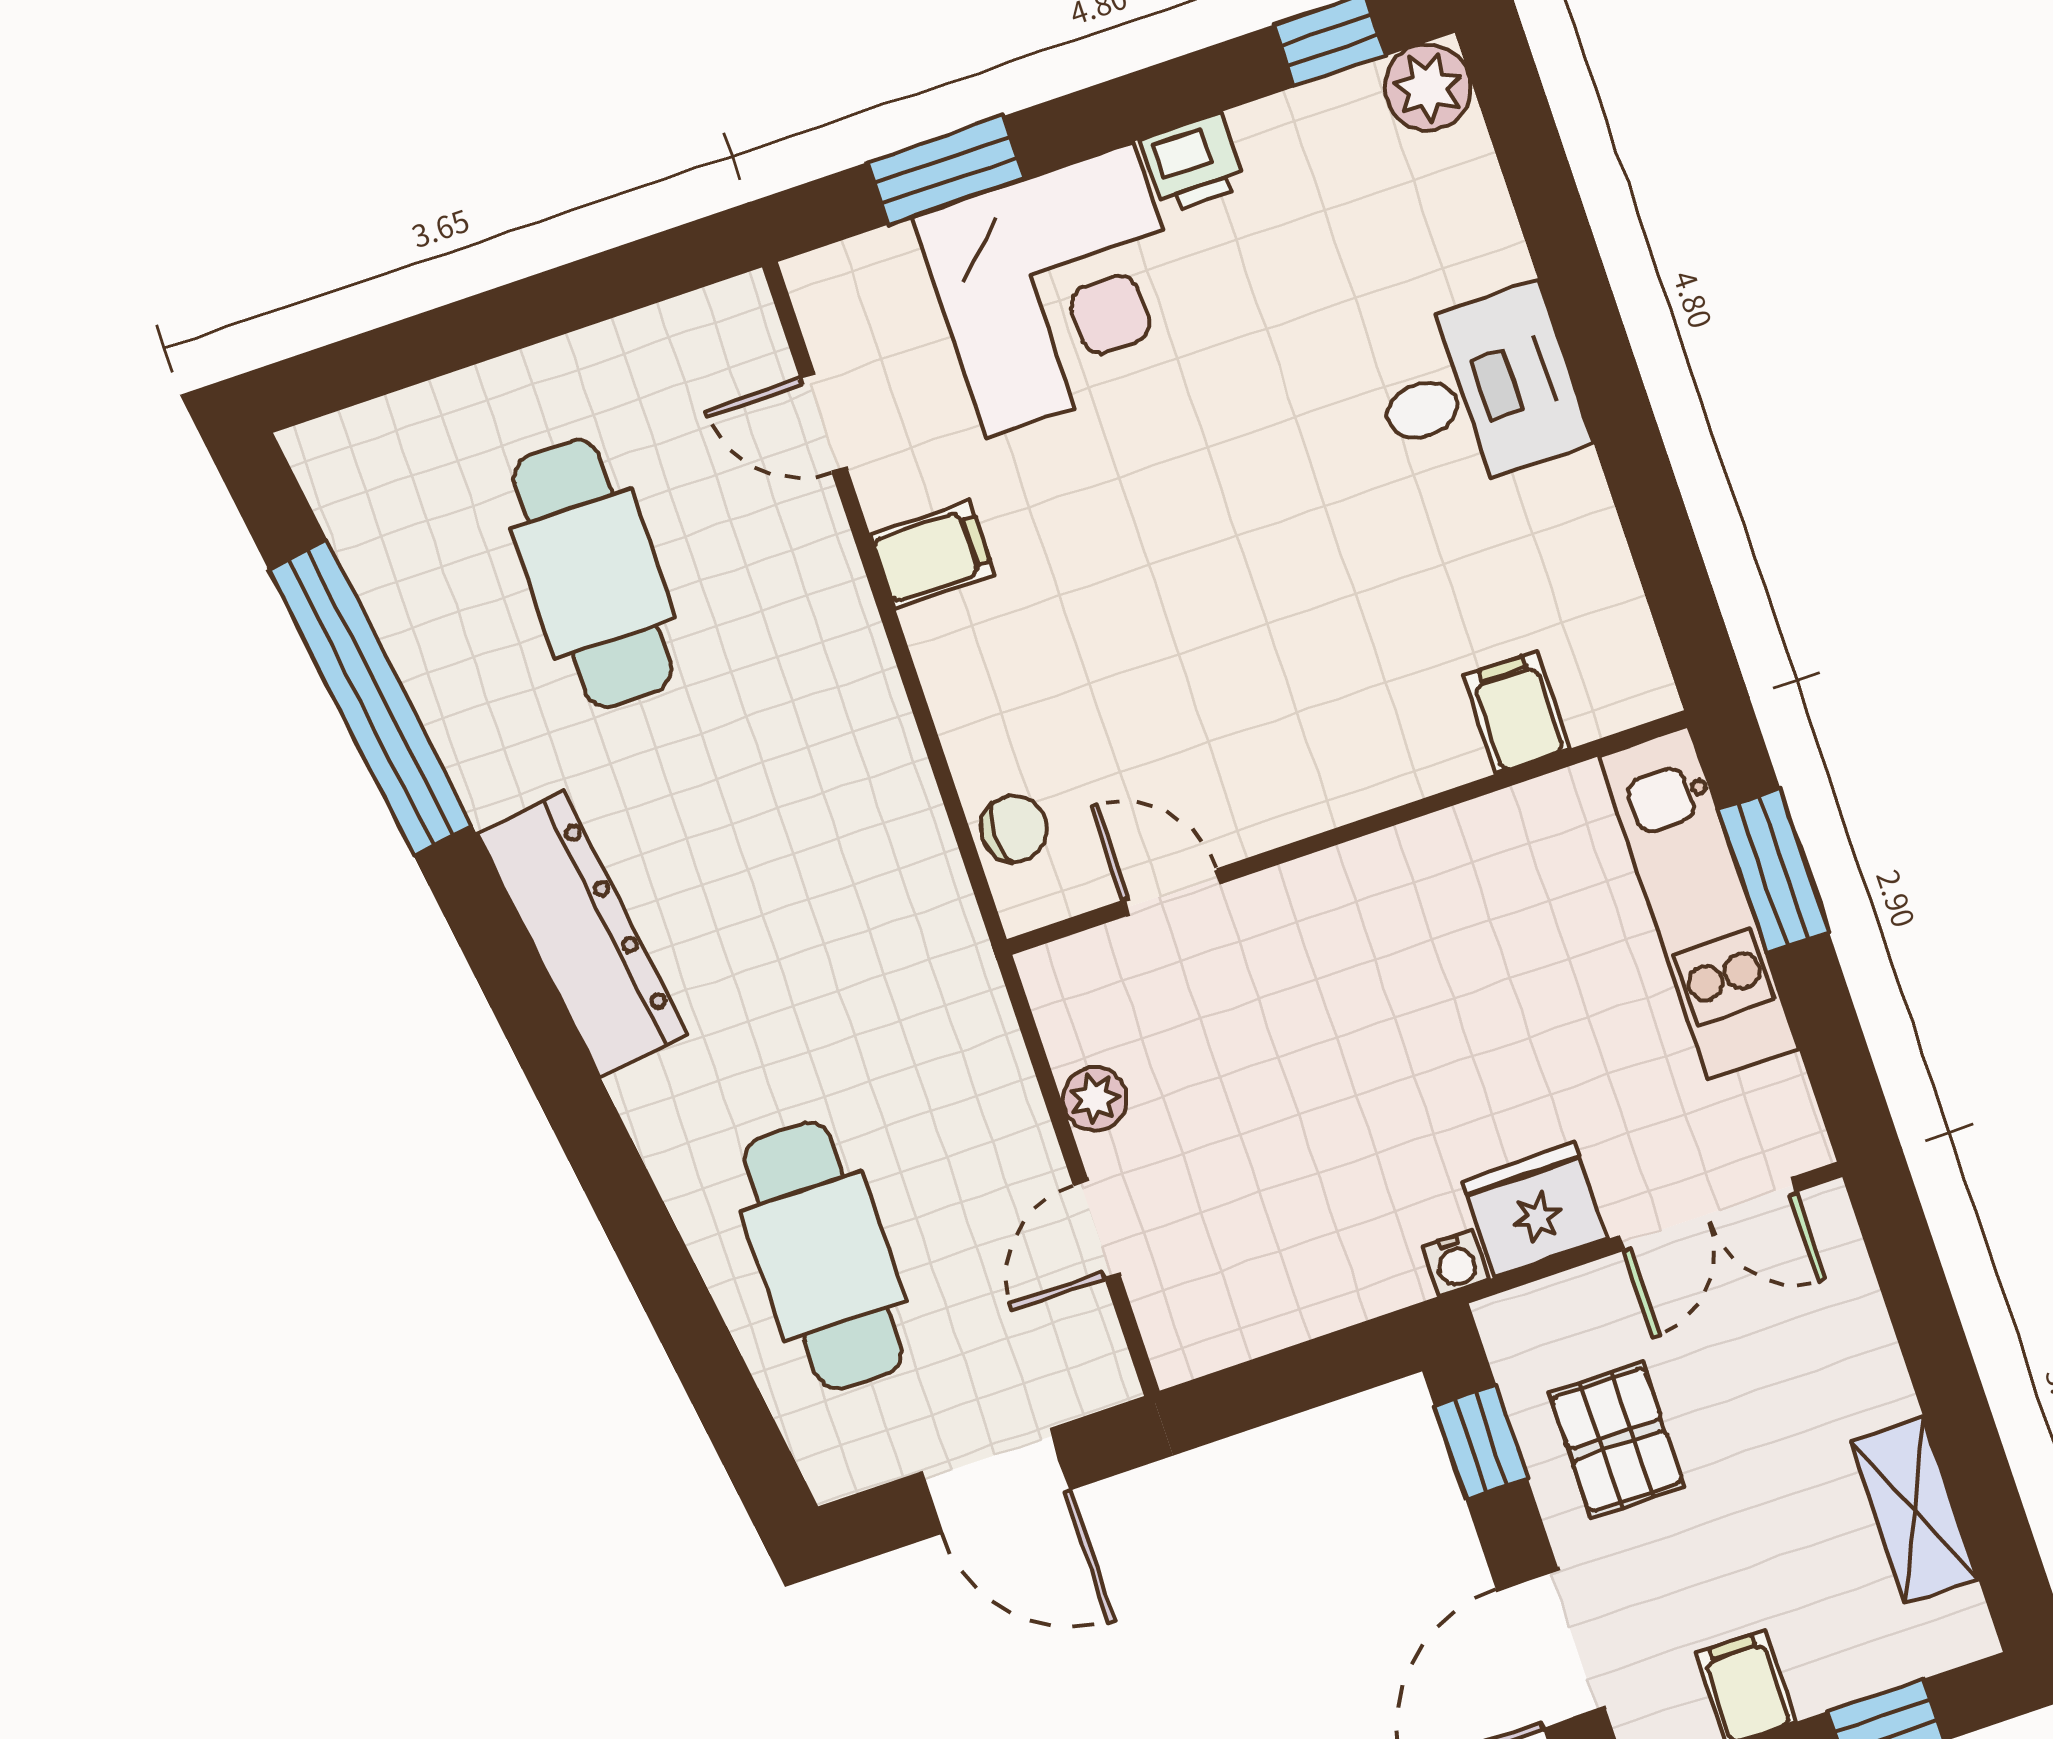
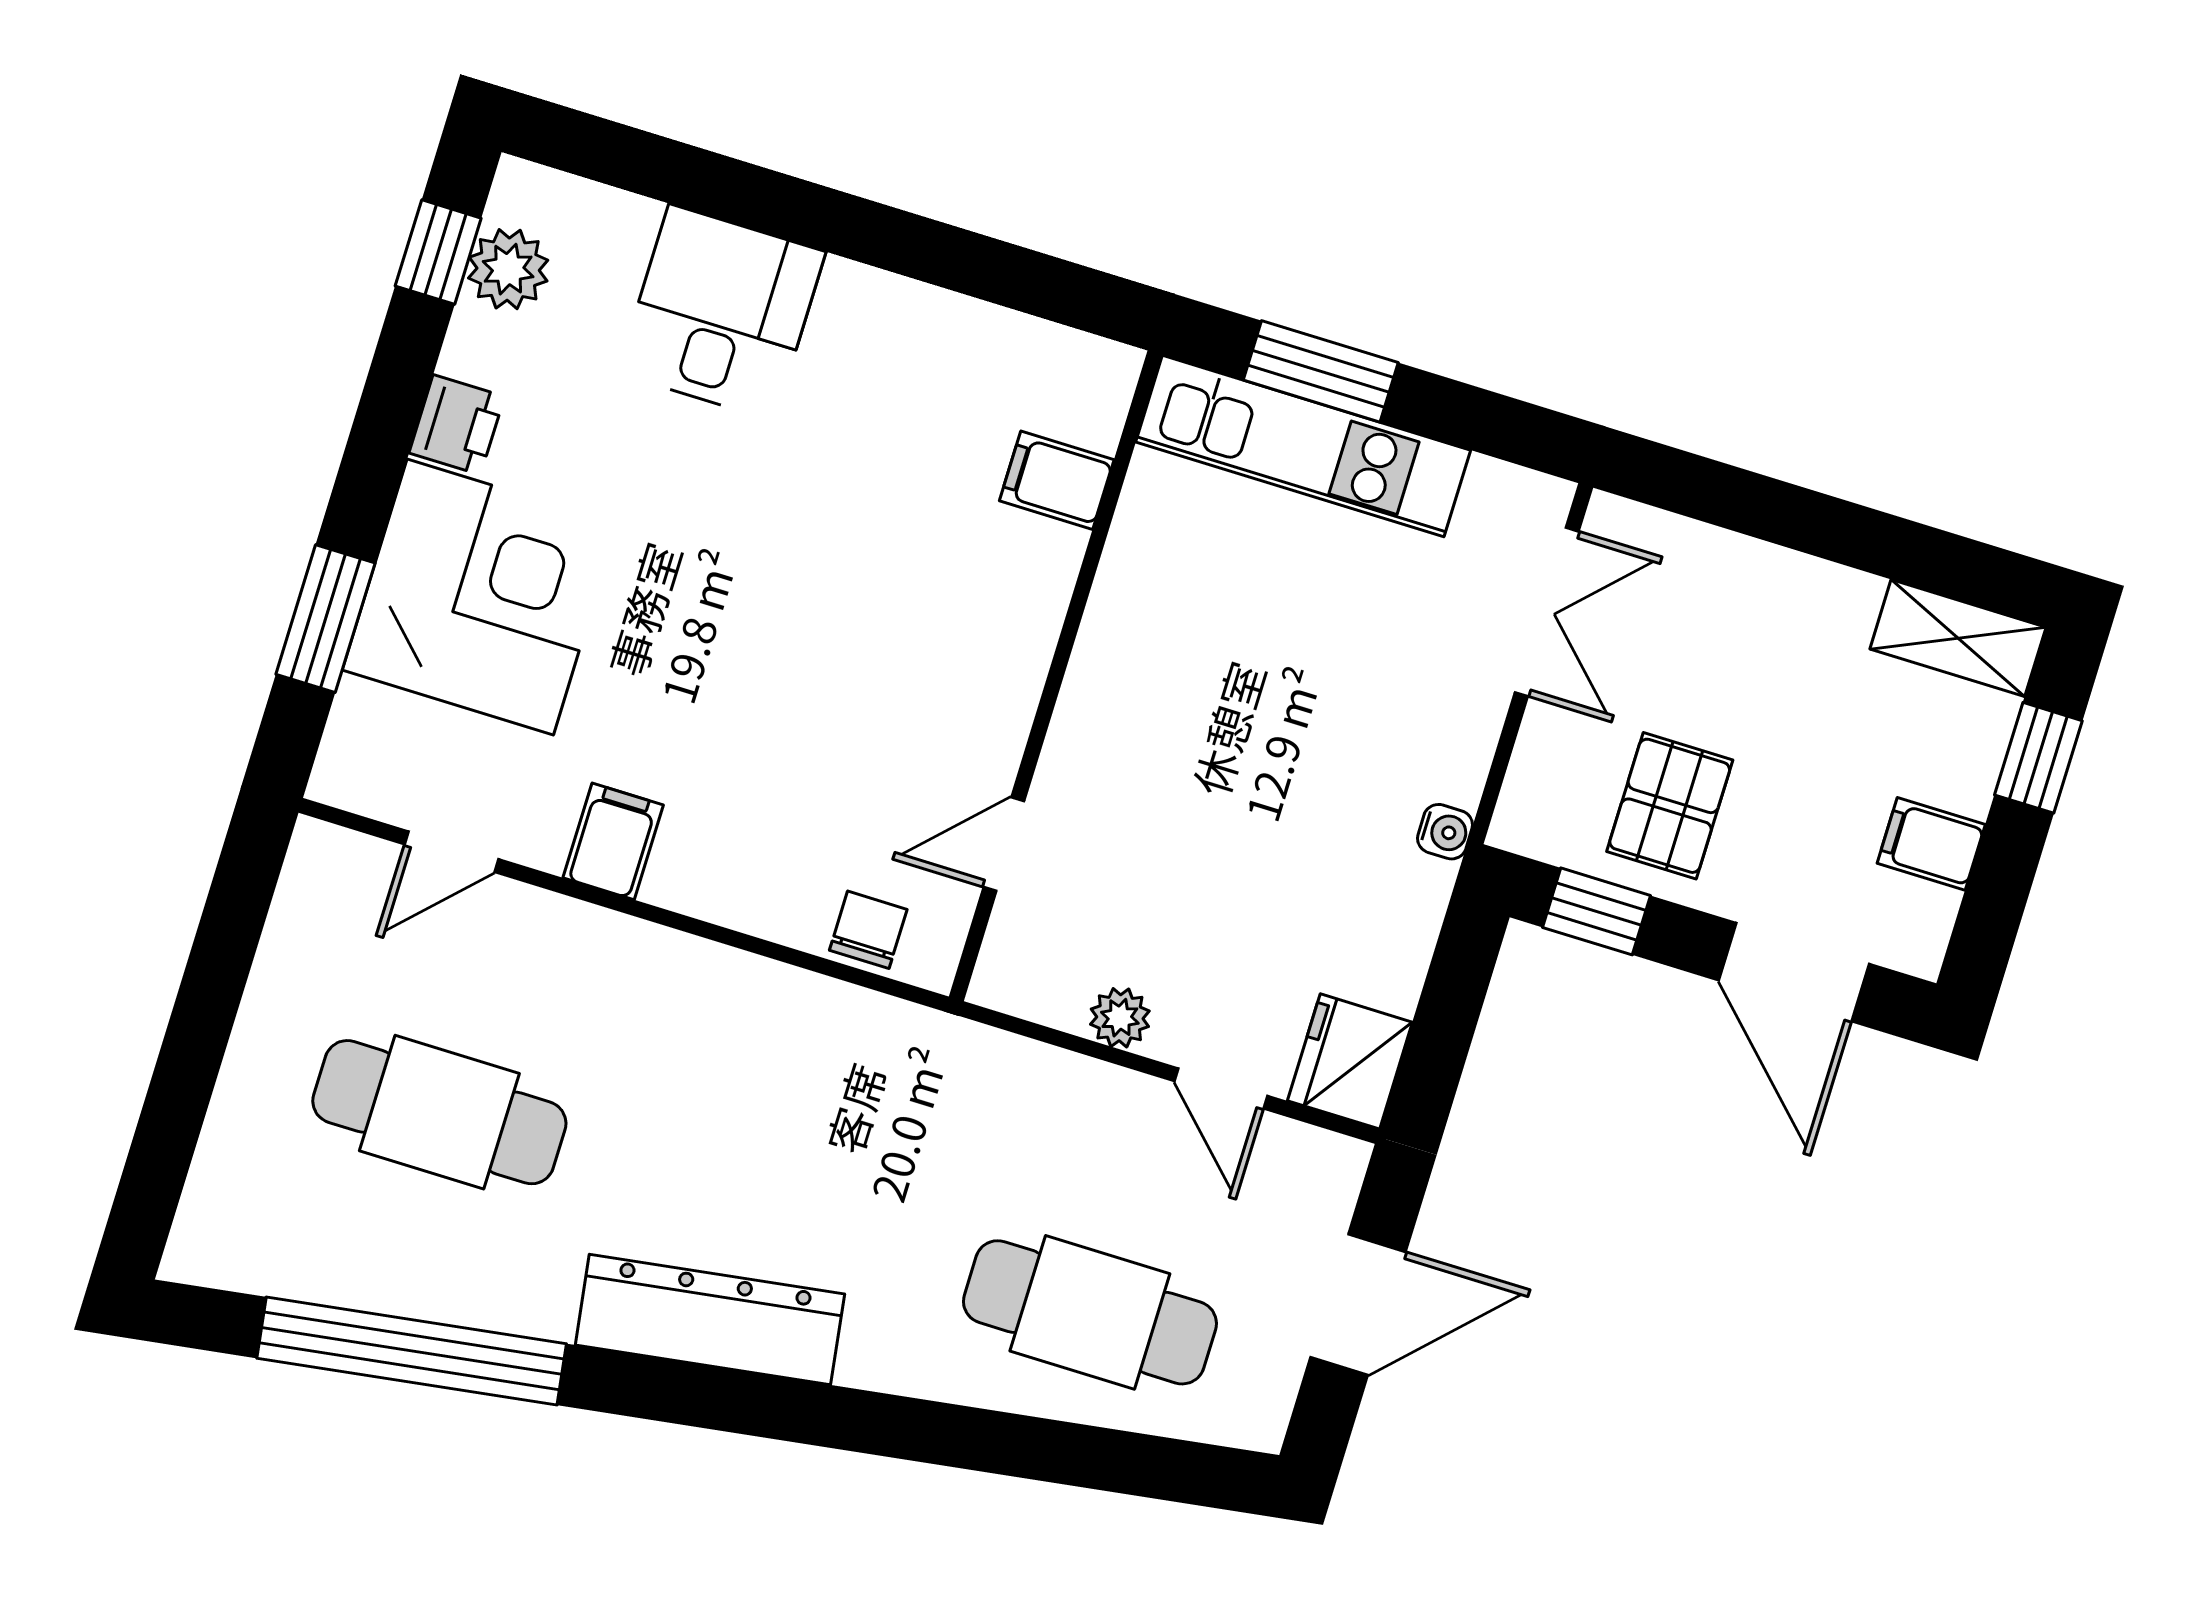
plant: (1428, 87) -> (508, 269), moved
desk: (1477, 392) -> (721, 312), moved
fridge: (1535, 1210) -> (1350, 1061), moved
pallet: (1617, 1440) -> (1670, 806), turned 90
shelving: (1914, 1511) -> (1958, 638), moved

